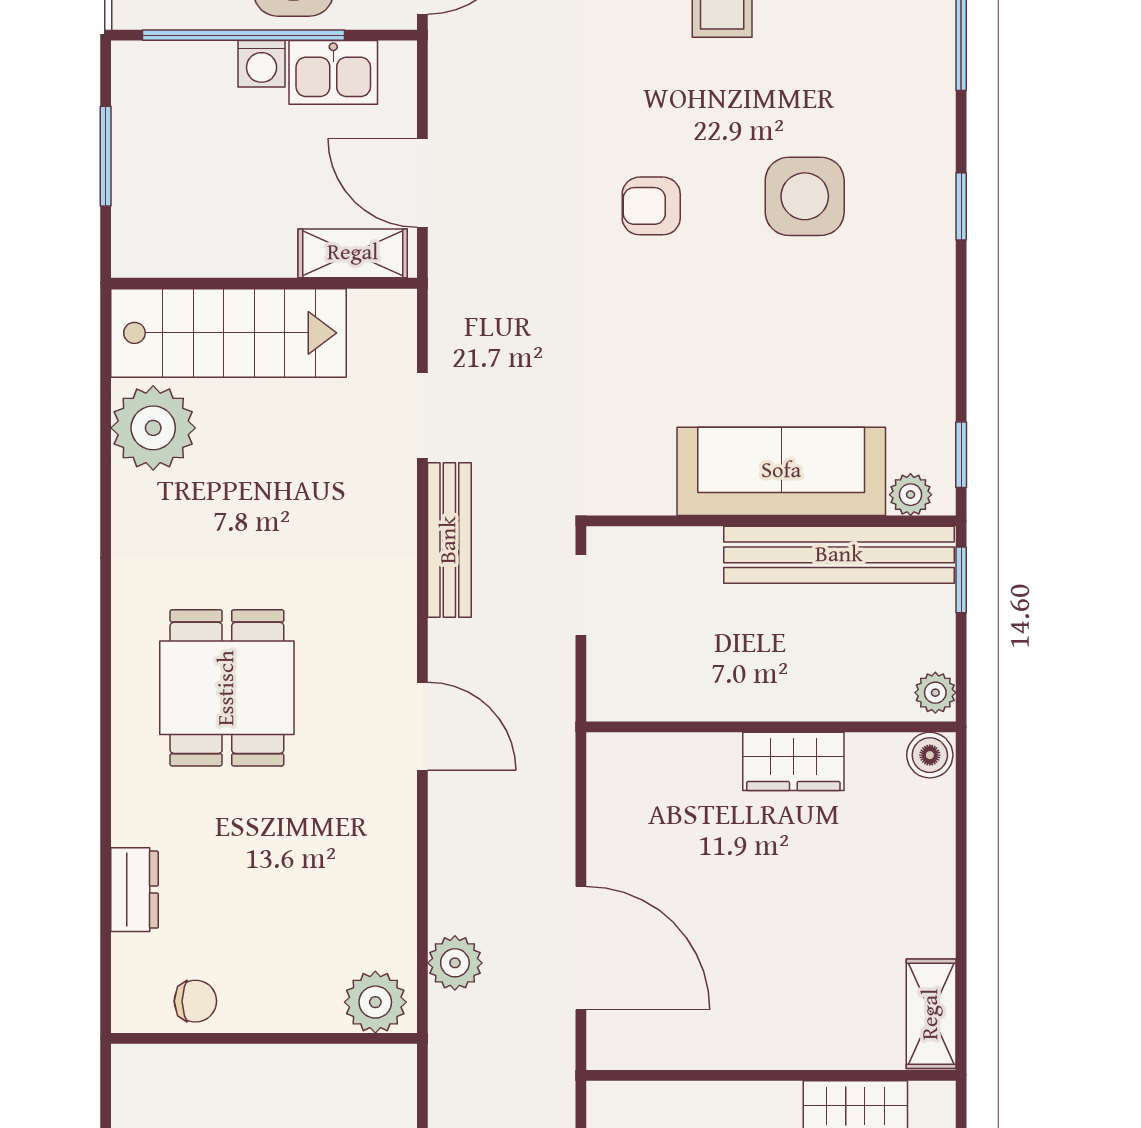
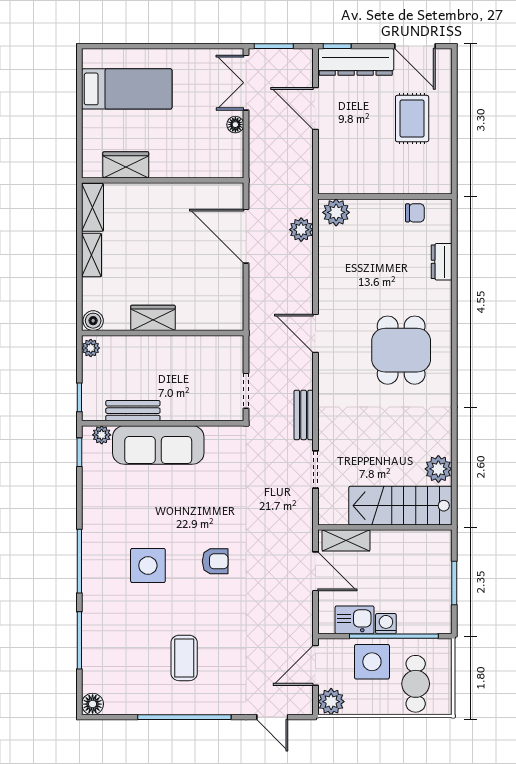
window: (961, 206) -> (79, 561), width x2.17
plant: (153, 428) -> (438, 469), width x0.73, depth x0.73
bench: (449, 540) -> (304, 415), width x0.73
bench: (839, 555) -> (133, 411), width x0.54, depth x0.82
shelving: (933, 905) -> (92, 255), added
chair: (195, 1001) -> (415, 213), turned 180

